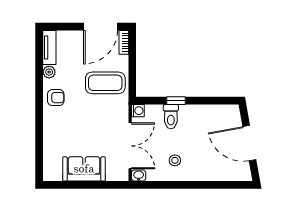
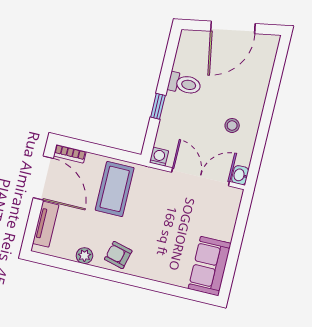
tv unit: (49, 47) -> (46, 224), moved, turned 90
armchair: (56, 98) -> (118, 255), turned -76
toilet: (171, 117) -> (184, 84), moved
sofa: (84, 169) -> (210, 266), moved

